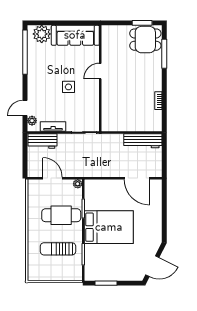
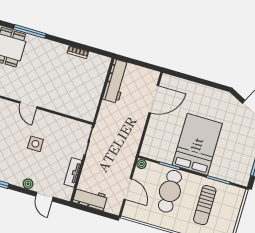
plant: (32, 121) -> (28, 184), moved
workbench: (42, 141) -> (90, 199), moved, turned -90
door: (53, 178) -> (128, 189), swing flipped

